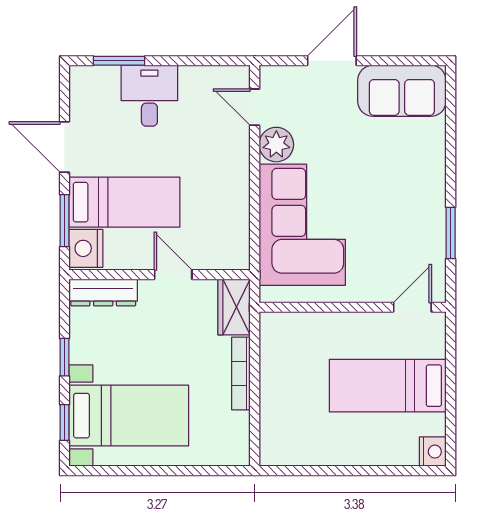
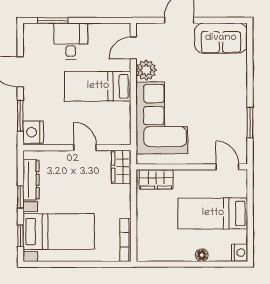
door: (255, 107) -> (133, 48), hinge flipped
bed: (124, 202) -> (98, 86), moved, turned 180
dresser: (103, 292) -> (31, 180), moved, turned -90
door: (412, 307) -> (227, 167), hinge flipped
wardrobe: (292, 328) -> (156, 179), added
bookcase: (241, 373) -> (125, 240), moved
floor lamp: (369, 456) -> (202, 255), added

